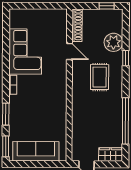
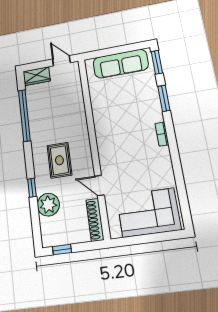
corner sofa: (25, 52) -> (148, 213), moved, turned 90

